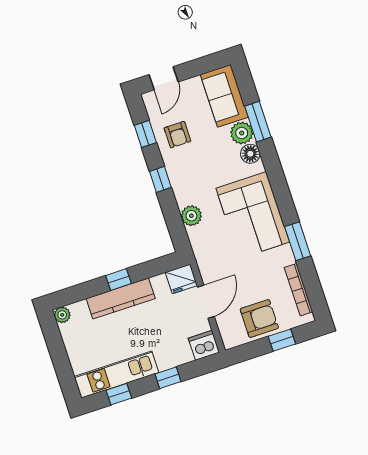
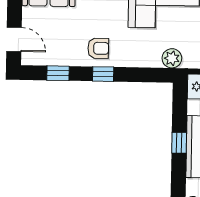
armchair: (177, 135) -> (98, 48), moved
plant: (191, 216) -> (172, 58), moved

